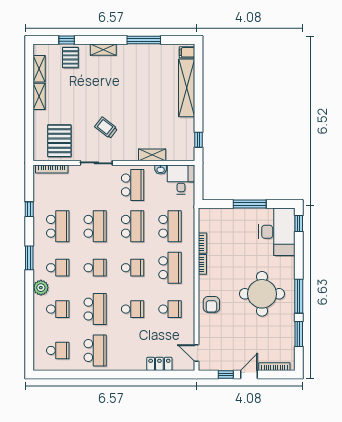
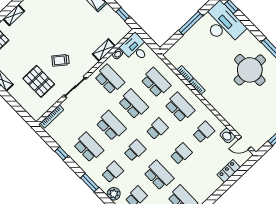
pallet: (59, 141) -> (39, 81), moved
armchair: (211, 304) -> (226, 105), removed
washbasin: (188, 332) -> (227, 136), added

